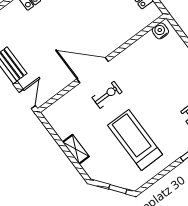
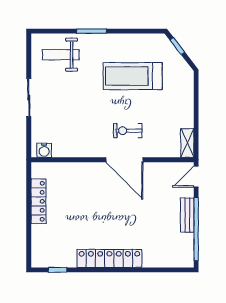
treadmill: (135, 140) -> (133, 76), turned 90
shelving: (76, 149) -> (187, 143), moved

